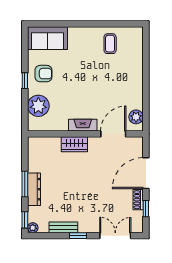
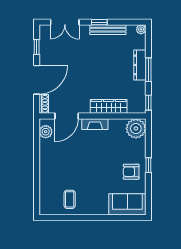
plant: (38, 106) -> (136, 128), moved
wardrobe: (74, 144) -> (109, 106), width x1.50
shoe rack: (138, 200) -> (44, 104), moved
window: (25, 220) -> (148, 103), moved
bench: (63, 227) -> (108, 30), width x1.36

